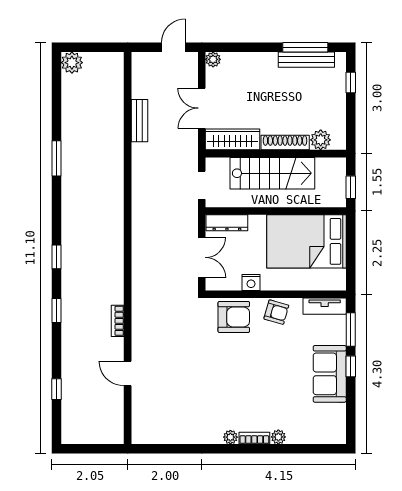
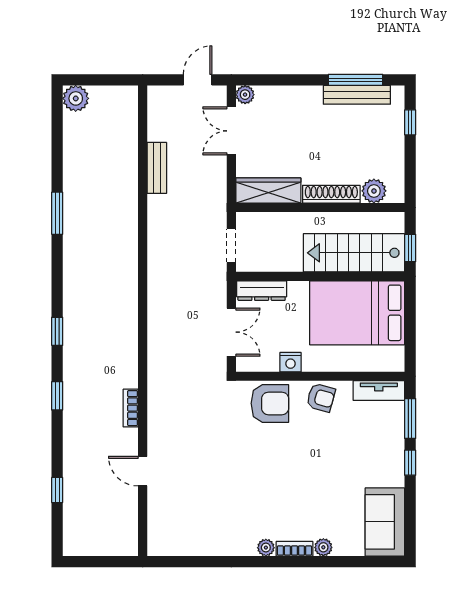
double door: (202, 108) -> (231, 131), moved
stairs: (272, 173) -> (354, 253), moved, turned 180
sofa: (330, 374) -> (385, 522), moved

